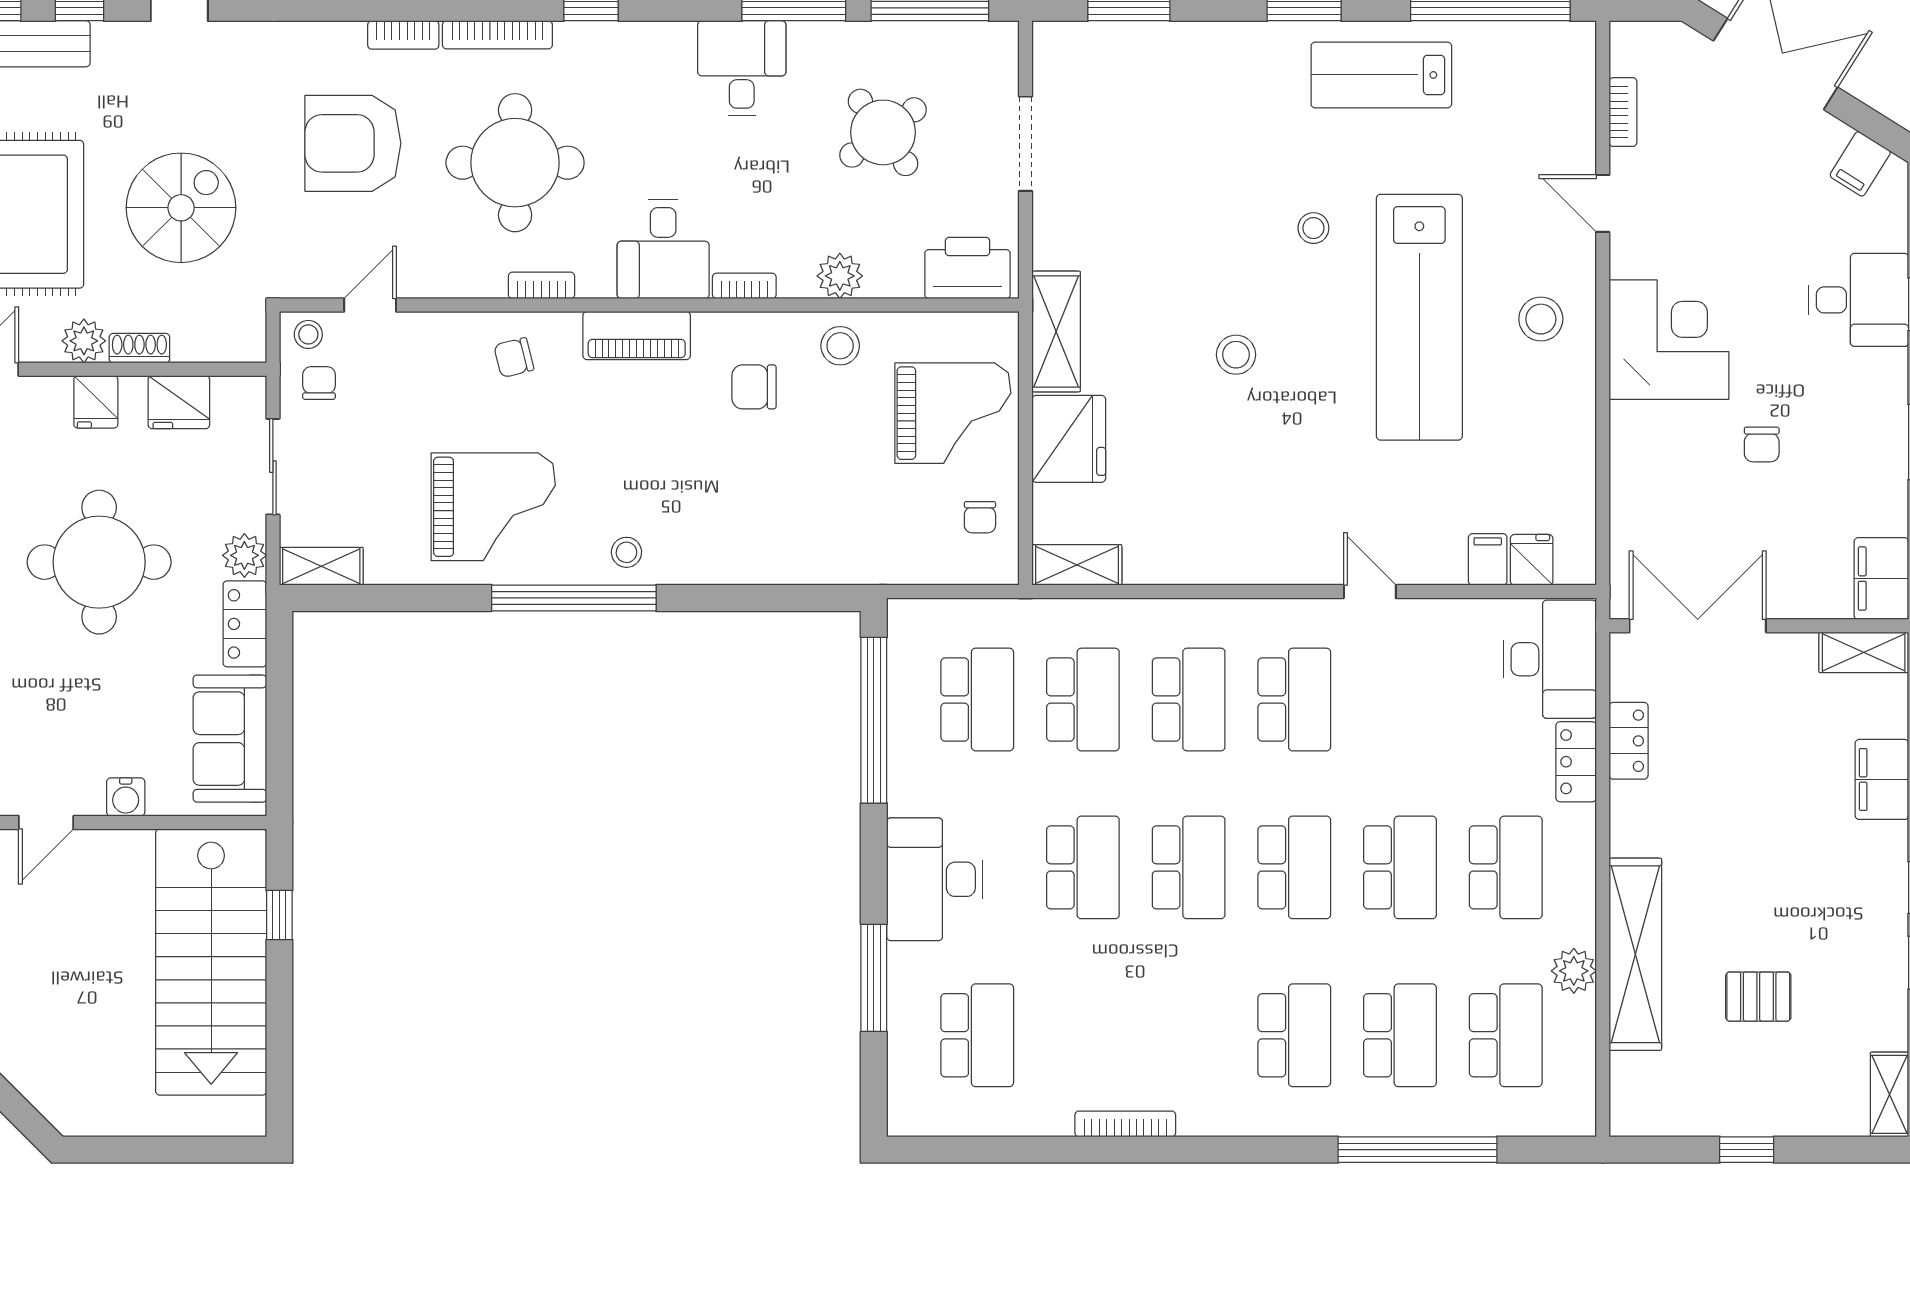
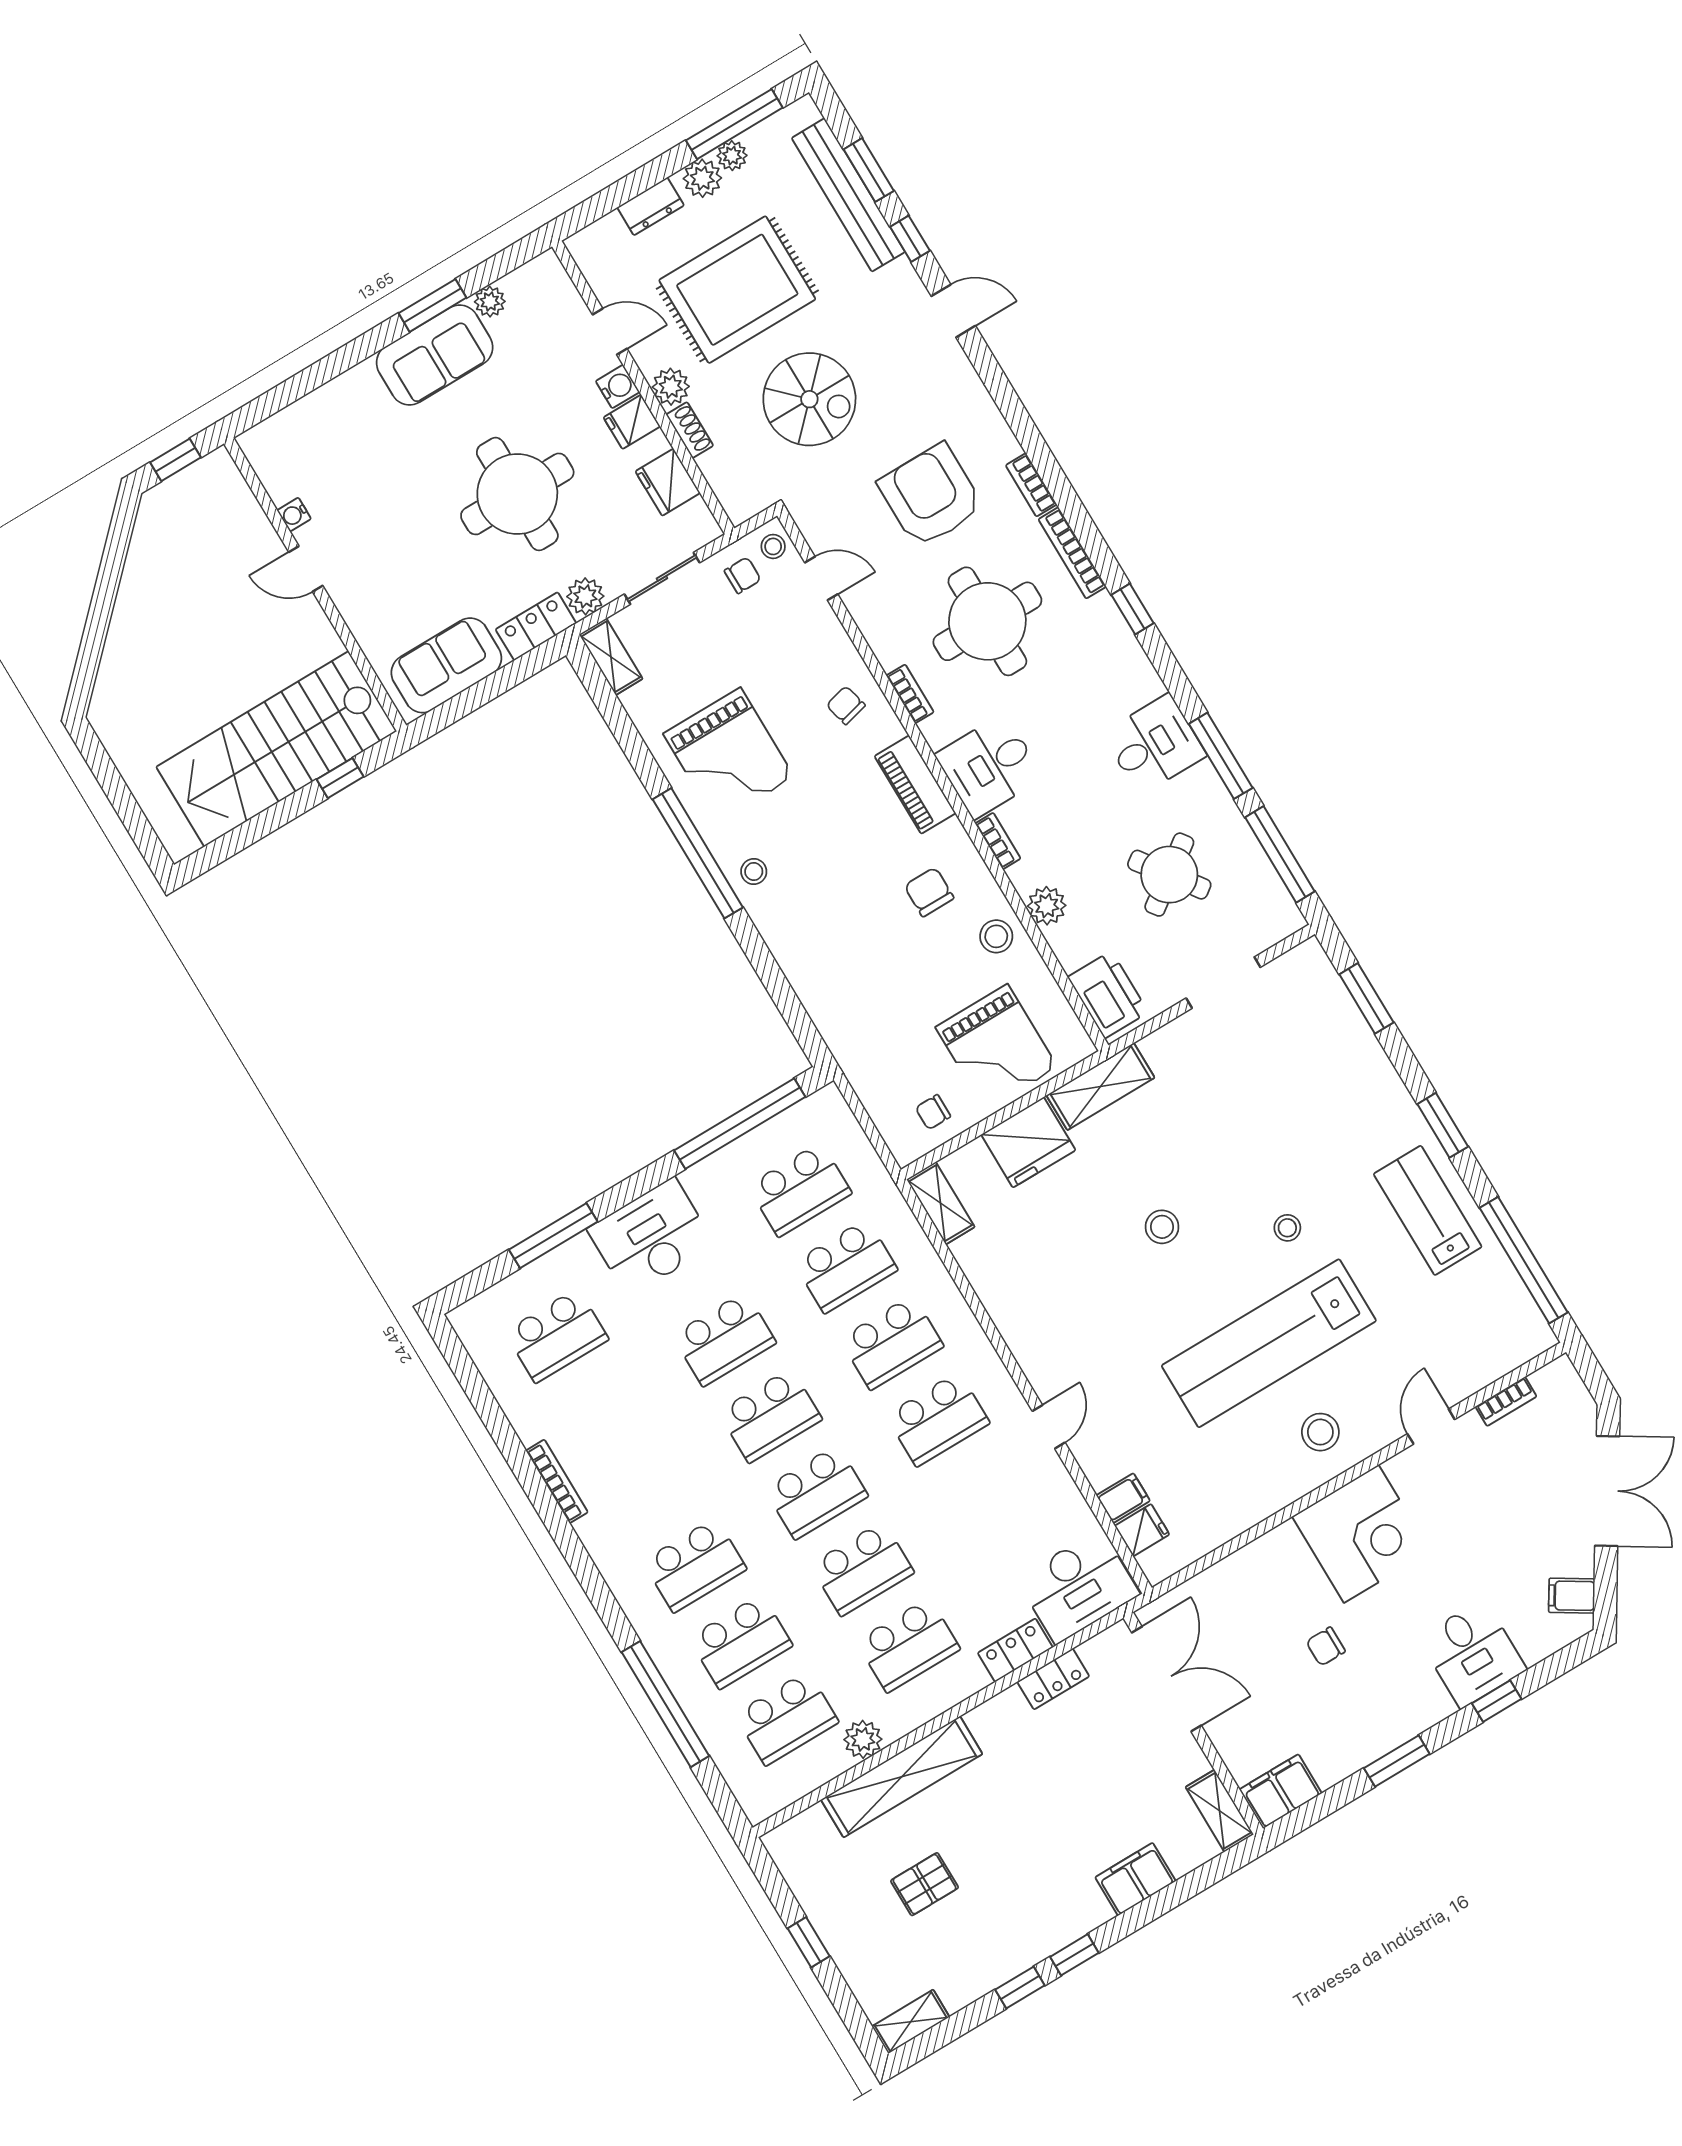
water cooler: (126, 797) -> (618, 387), moved, turned 180
pallet: (1758, 997) -> (925, 1884), turned 90

